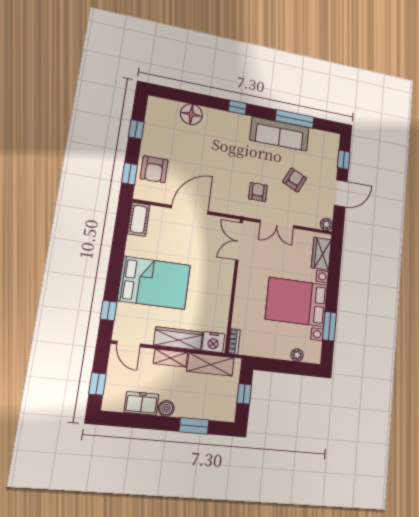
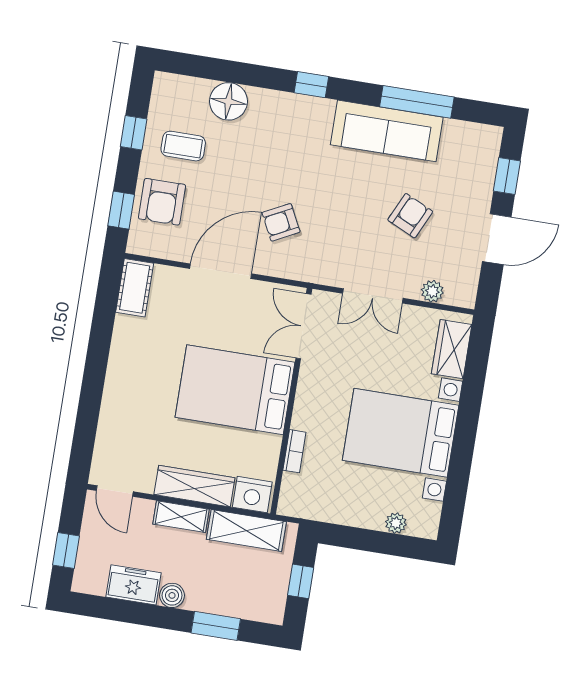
coffee table: (166, 138) -> (183, 146), added
armchair: (258, 192) -> (281, 222), moved, turned -117
plant: (326, 224) -> (432, 291), moved
bed: (154, 283) -> (235, 390), moved, turned 180
window: (109, 311) -> (84, 437), removed
window: (330, 326) -> (458, 477), removed
bookcase: (234, 342) -> (294, 451), moved

